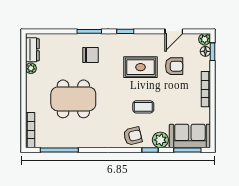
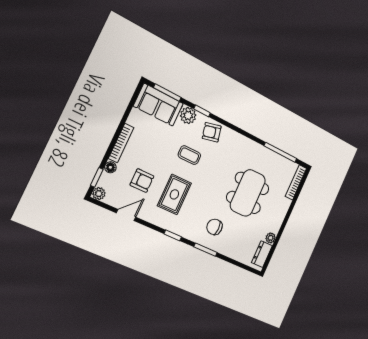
floor lamp: (205, 51) -> (110, 167), moved
armchair: (174, 66) -> (142, 181), turned 180
rug: (141, 67) -> (174, 194), turned 90
dining table: (73, 99) -> (248, 193), turned 90

